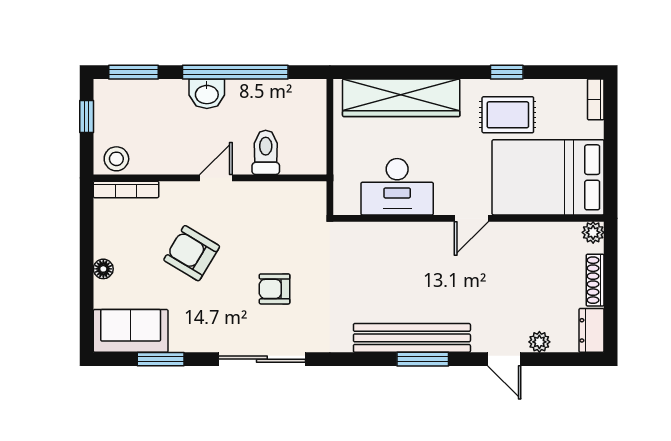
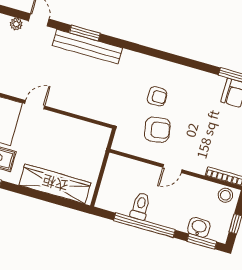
washbasin: (207, 94) -> (199, 227), moved
toilet: (266, 152) -> (140, 206), moved, turned 180
desk: (397, 187) -> (71, 134), removed
armchair: (192, 253) -> (157, 130), moved, turned -40
sliding door: (262, 359) -> (176, 59), removed

